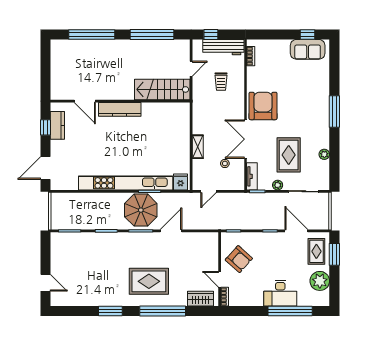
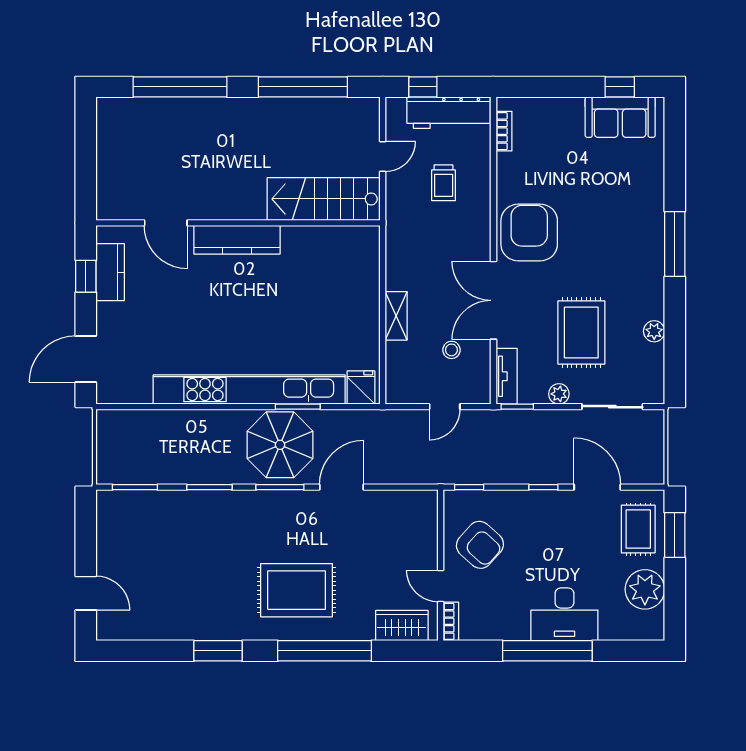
door: (208, 191) -> (445, 407), moved
window: (290, 311) -> (547, 651), moved

